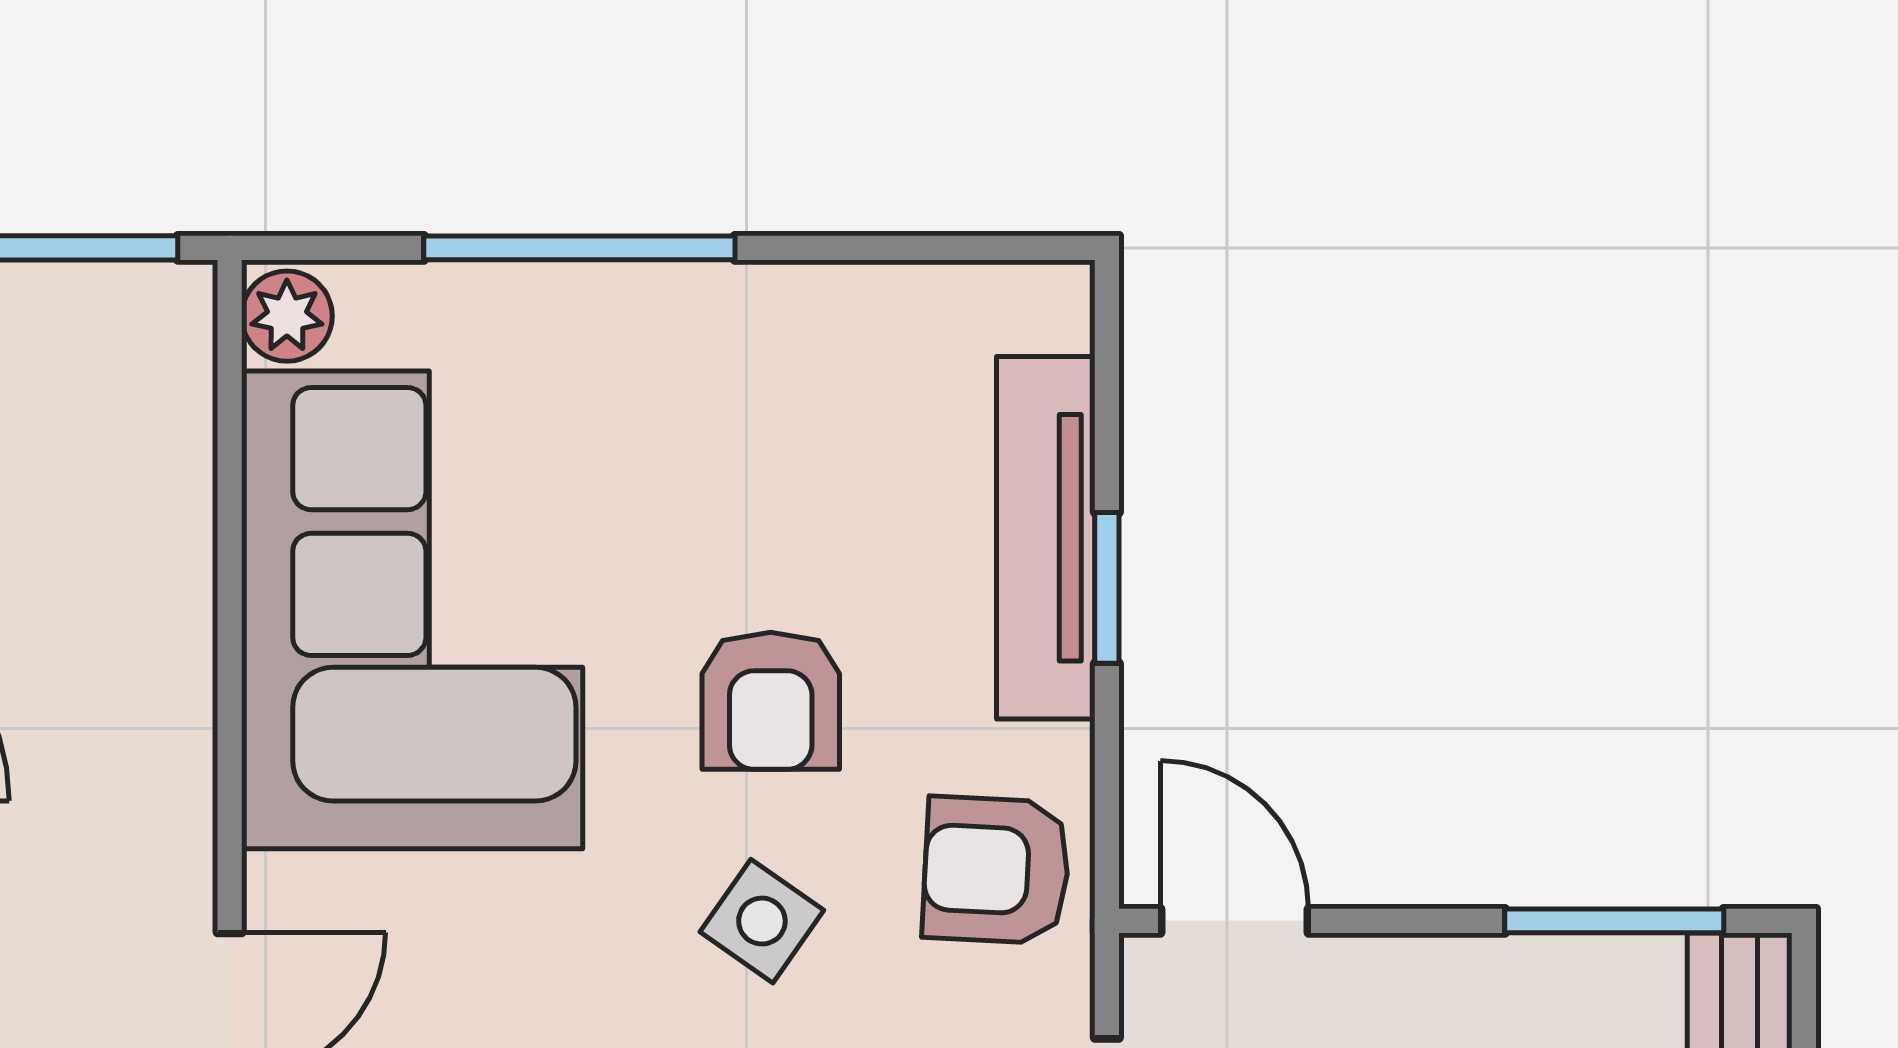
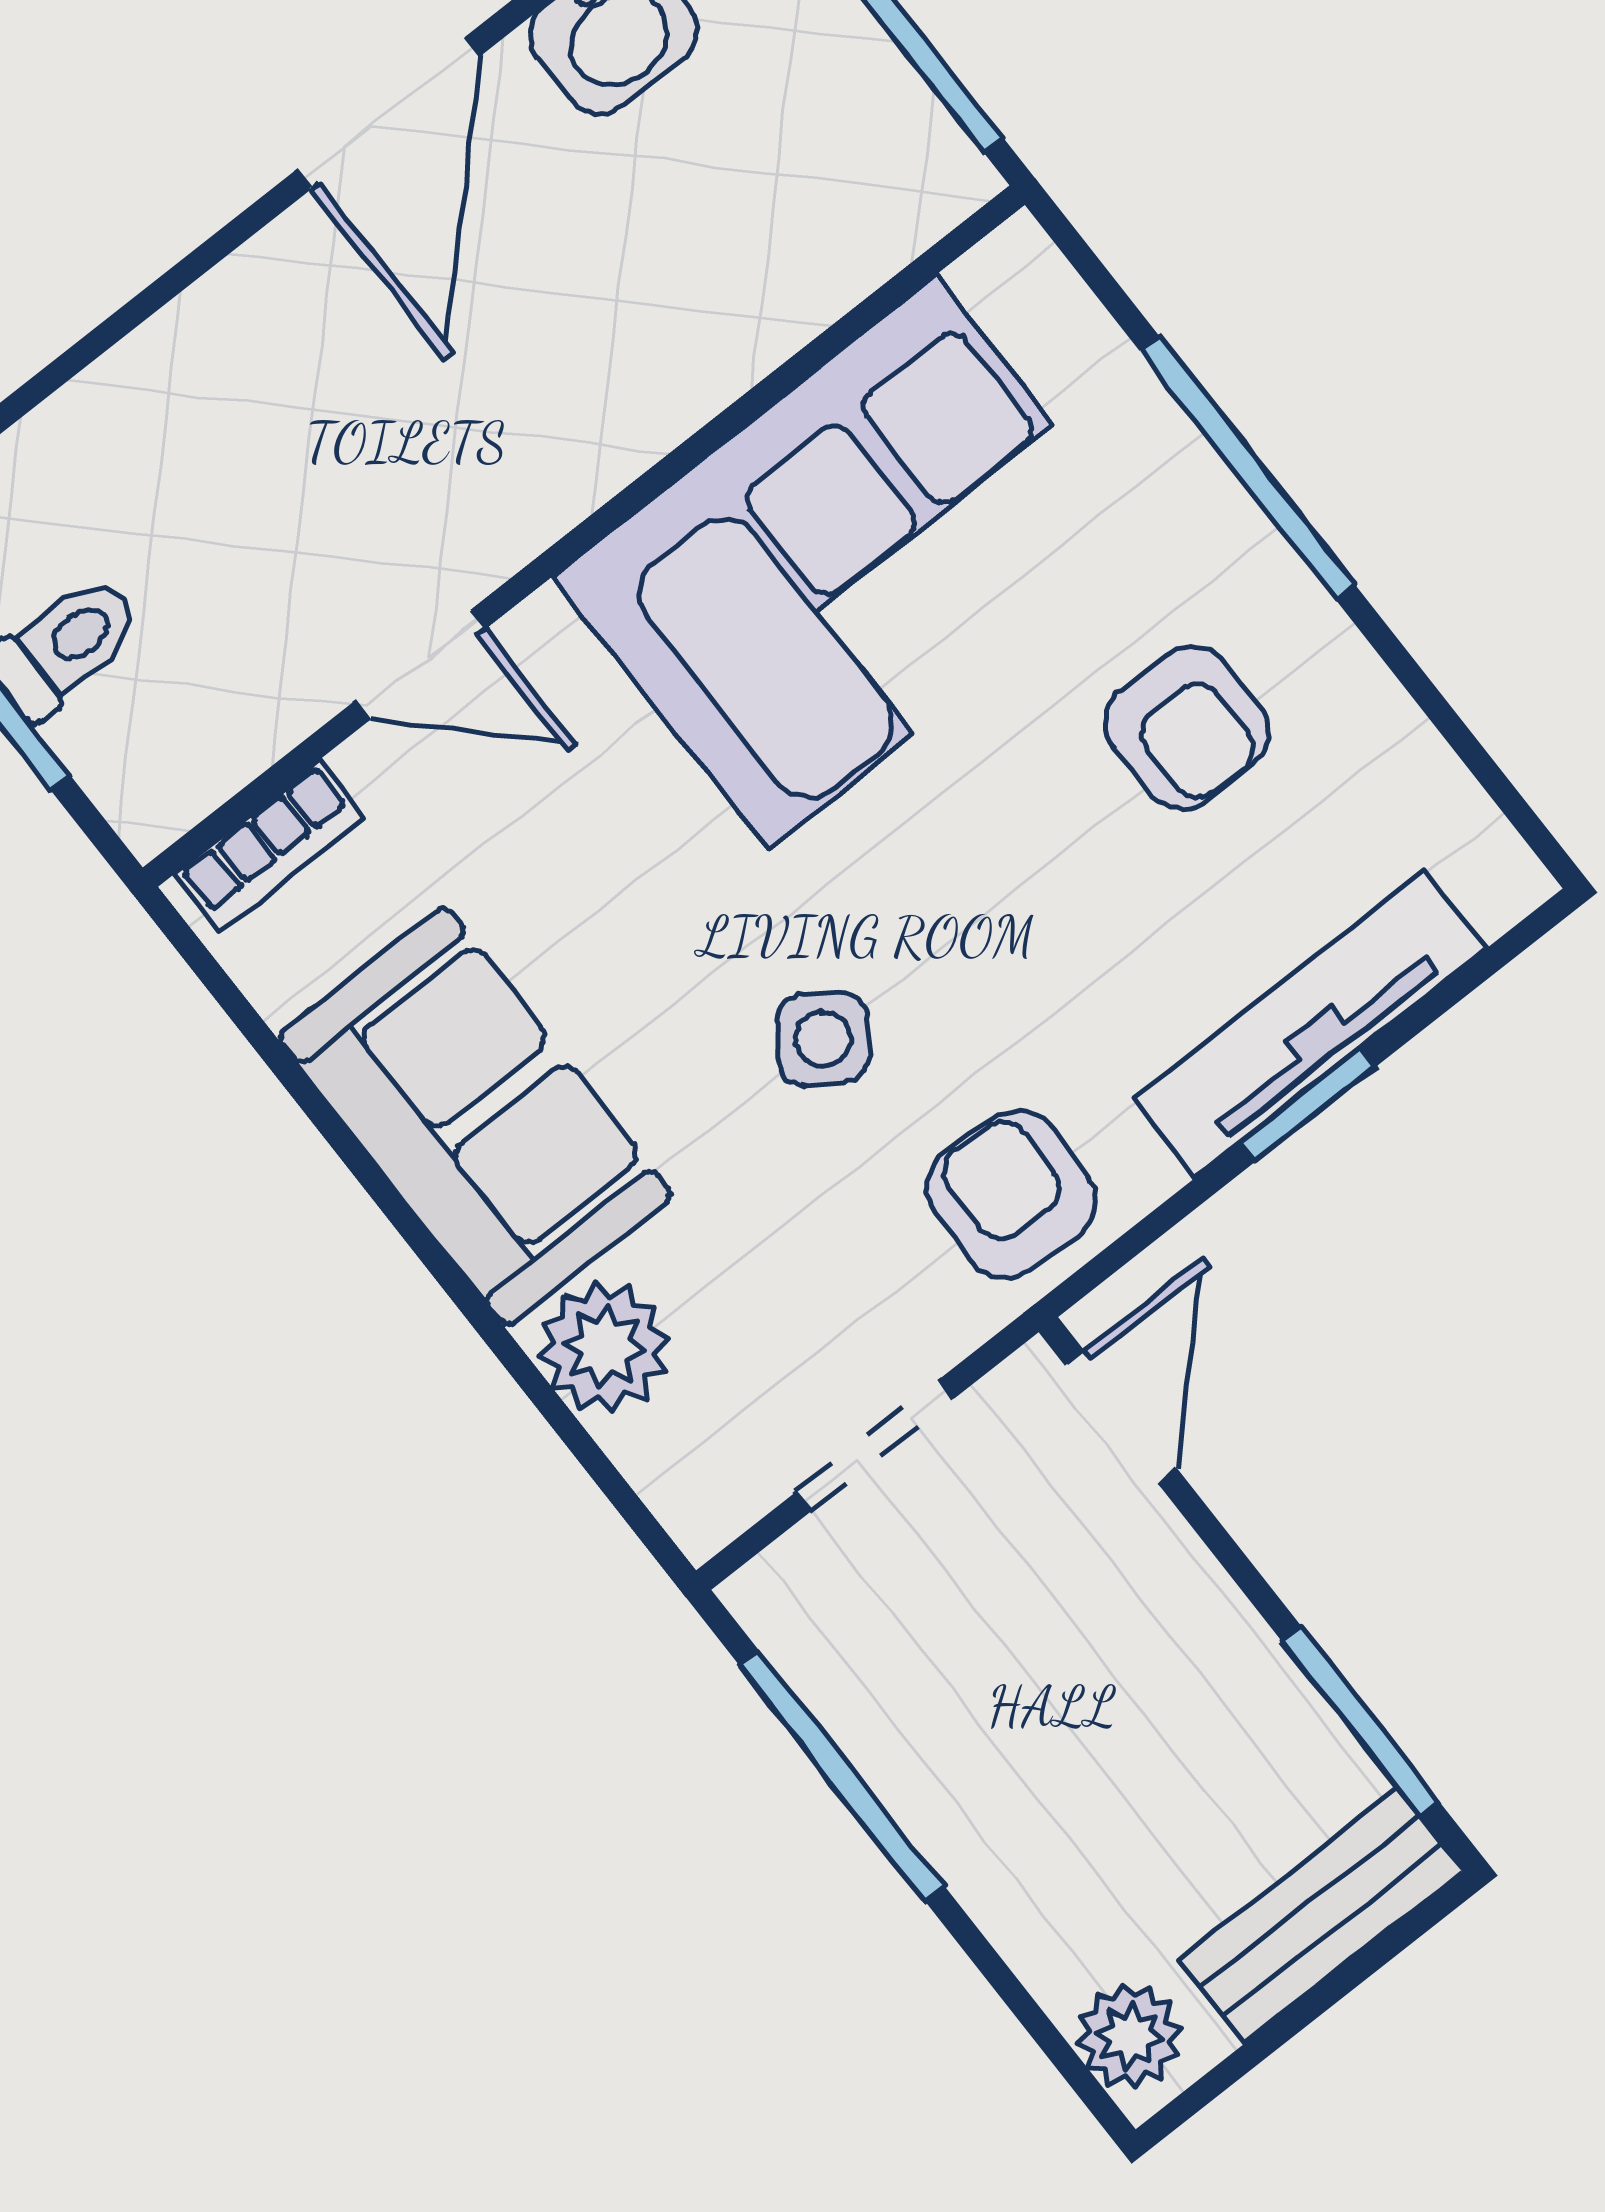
plant: (287, 316) -> (1008, 276), removed
armchair: (771, 701) -> (1187, 727), moved, turned -90

